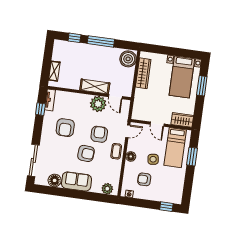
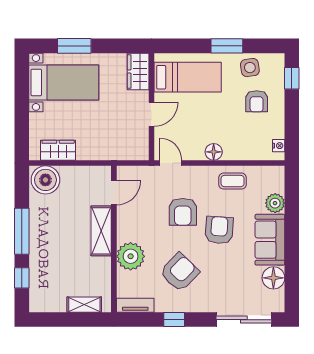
wardrobe: (143, 73) -> (58, 150), width x0.67
plant: (98, 104) -> (131, 256), moved
window: (40, 109) -> (174, 320), moved
armchair: (65, 128) -> (179, 272), turned -46
armchair: (99, 134) -> (183, 212), turned -90
coffee table: (116, 151) -> (233, 181), moved
window: (192, 157) -> (227, 46), moved
side table: (153, 159) -> (250, 68), moved
armchair: (144, 179) -> (257, 101), moved
plant: (107, 189) -> (275, 203), moved

